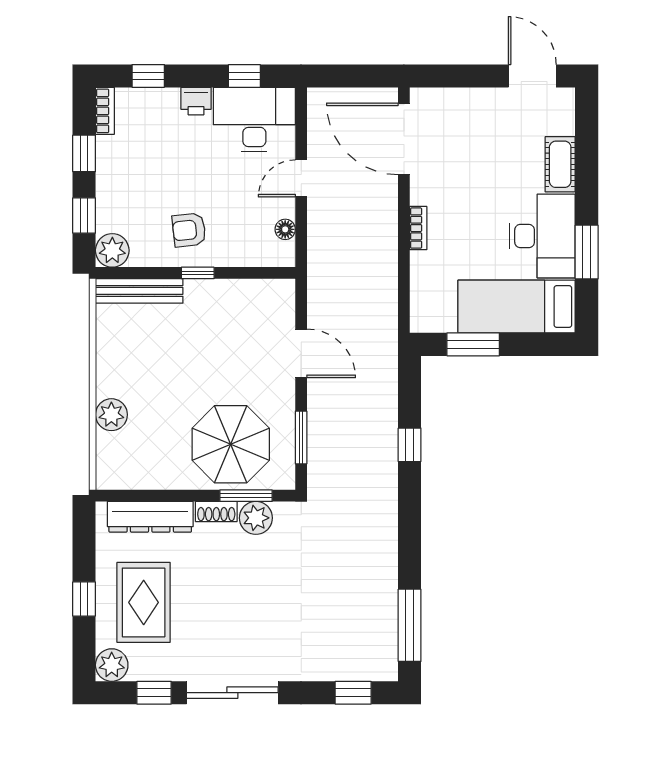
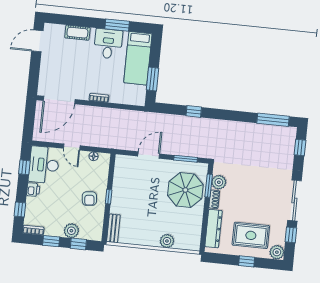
desk: (542, 236) -> (108, 44), width x0.73
plant: (112, 250) -> (71, 231), moved
bench: (139, 291) -> (113, 228), width x0.73

